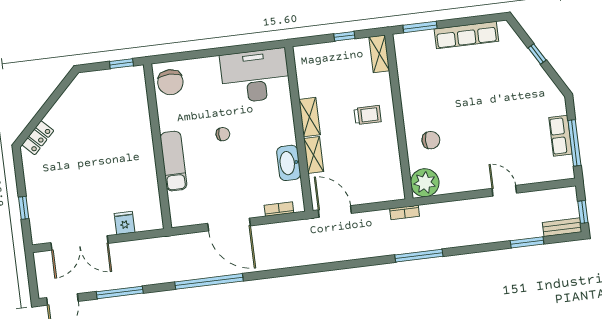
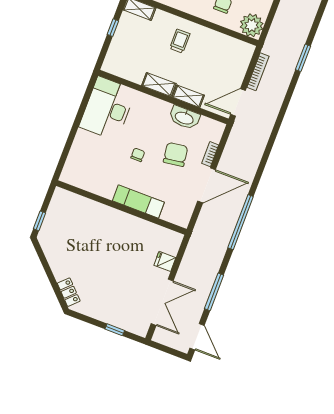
window: (121, 64) -> (40, 221), moved
chair: (170, 82) -> (176, 154), moved, turned -98
bookcase: (279, 209) -> (210, 154), moved
bookcase: (405, 212) -> (258, 72), moved, width x1.56
window: (419, 256) -> (303, 58), width x0.69

